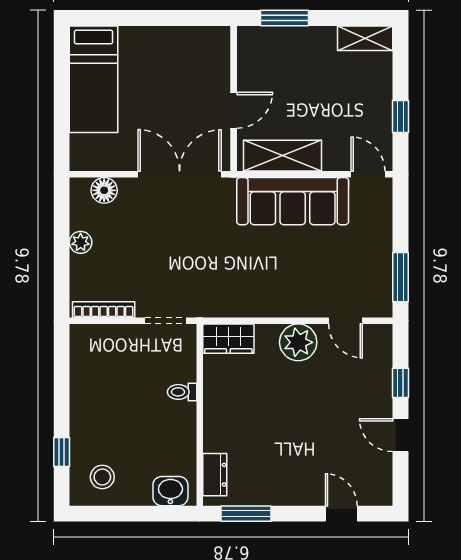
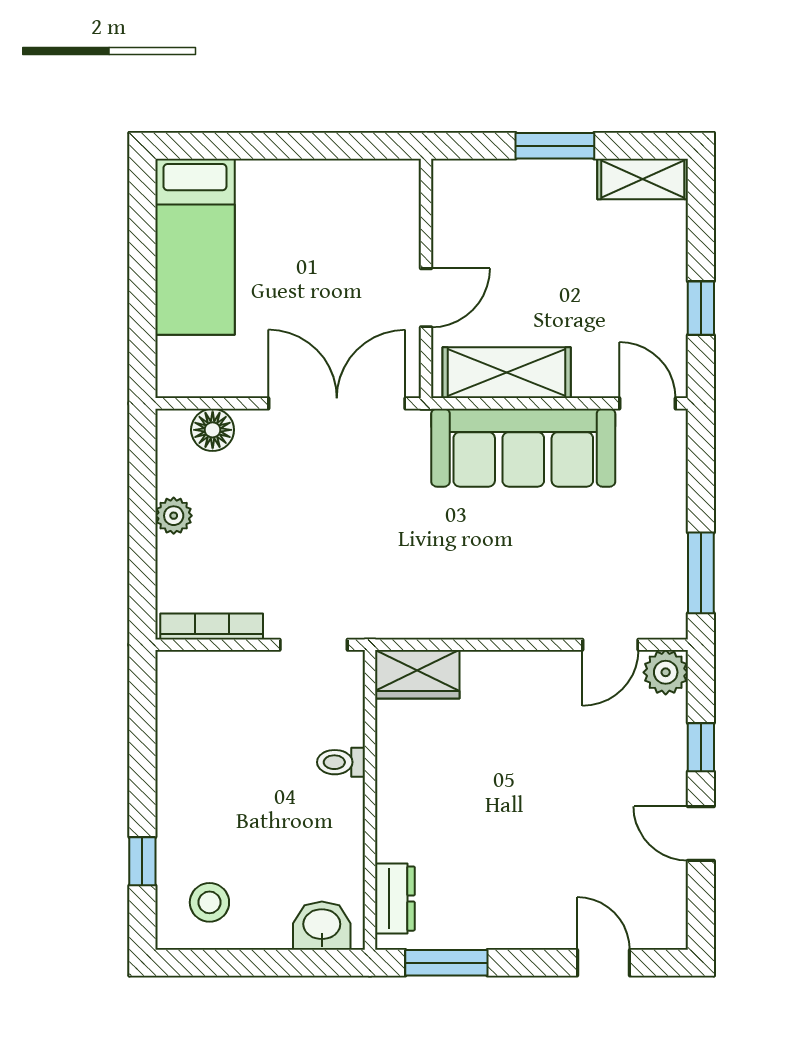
window: (285, 18) -> (555, 146), moved
door: (346, 321) -> (610, 645), hinge flipped
plant: (298, 342) -> (666, 672), moved, width x0.73, depth x0.73

